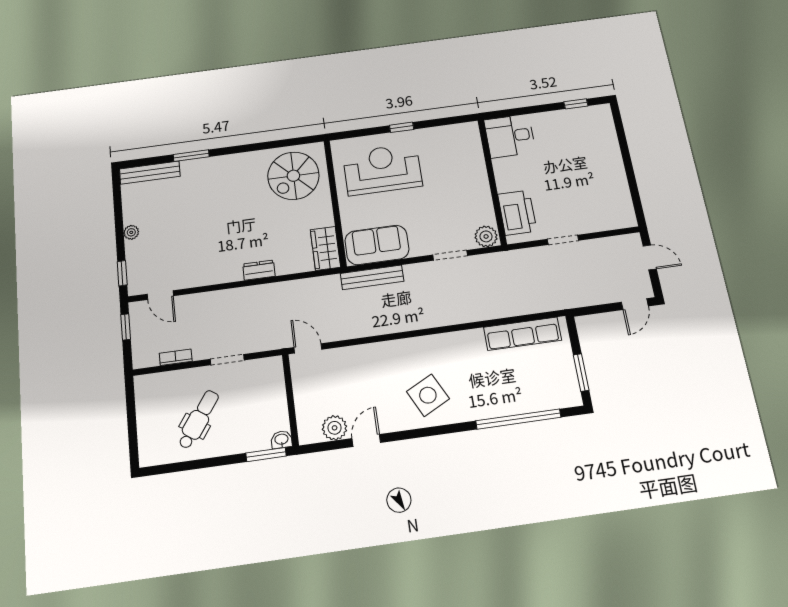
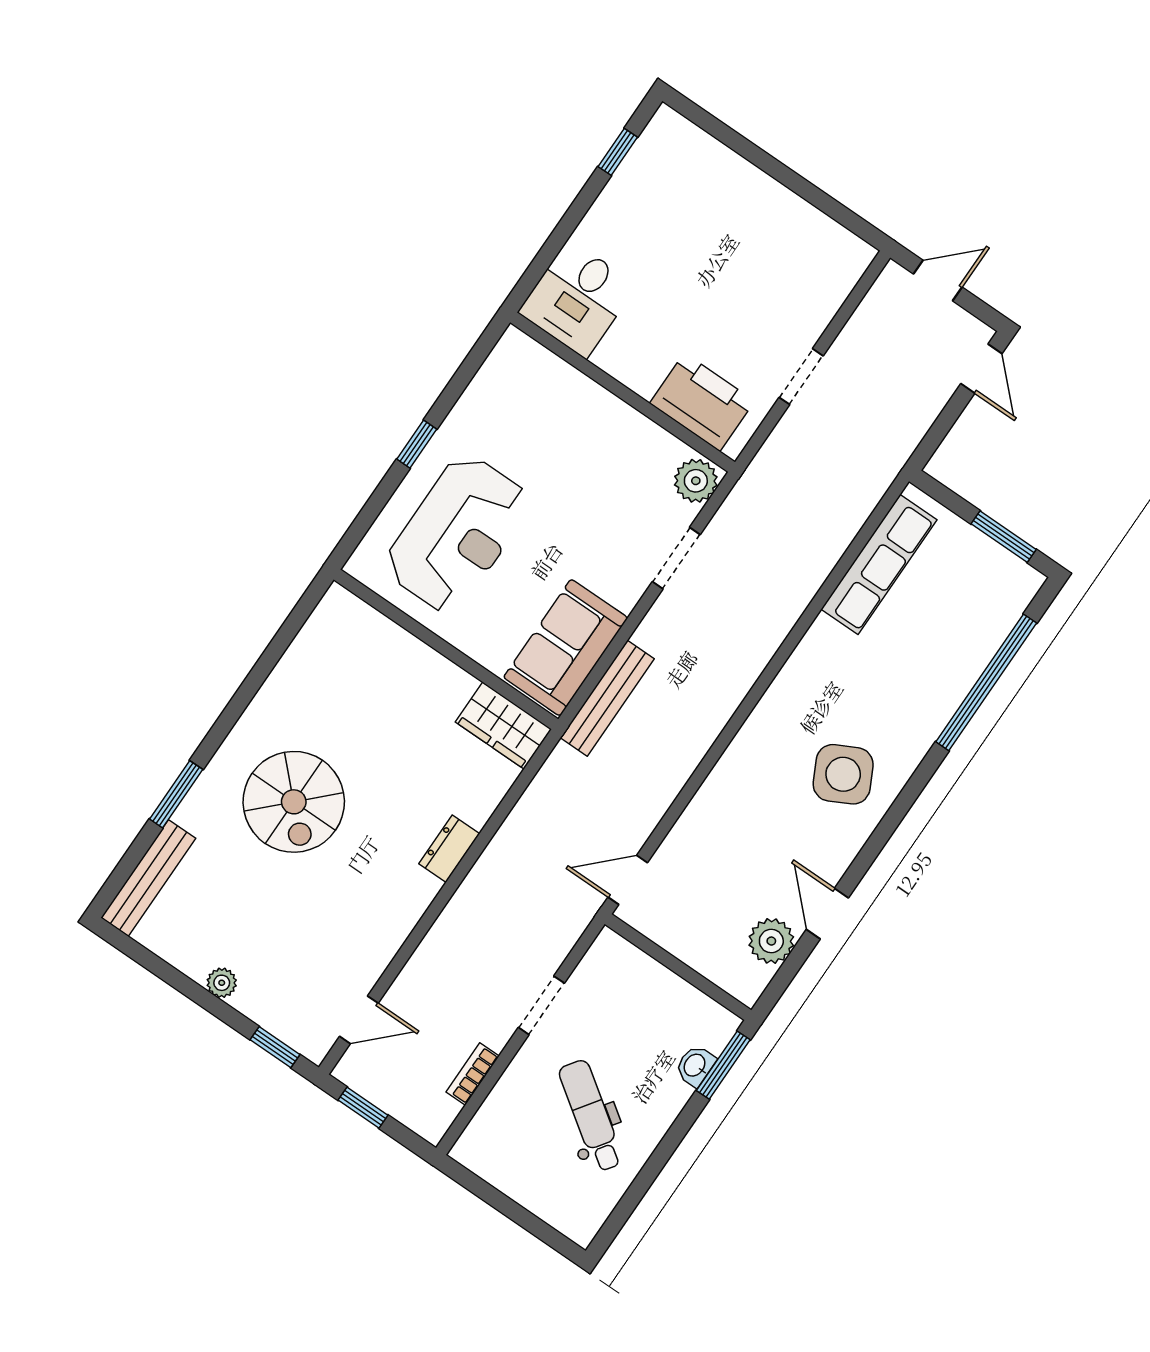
reception desk: (382, 169) -> (457, 534), turned 180
spiral stairs: (293, 176) -> (294, 802), moved
washbasin: (282, 440) -> (695, 1066), moved

